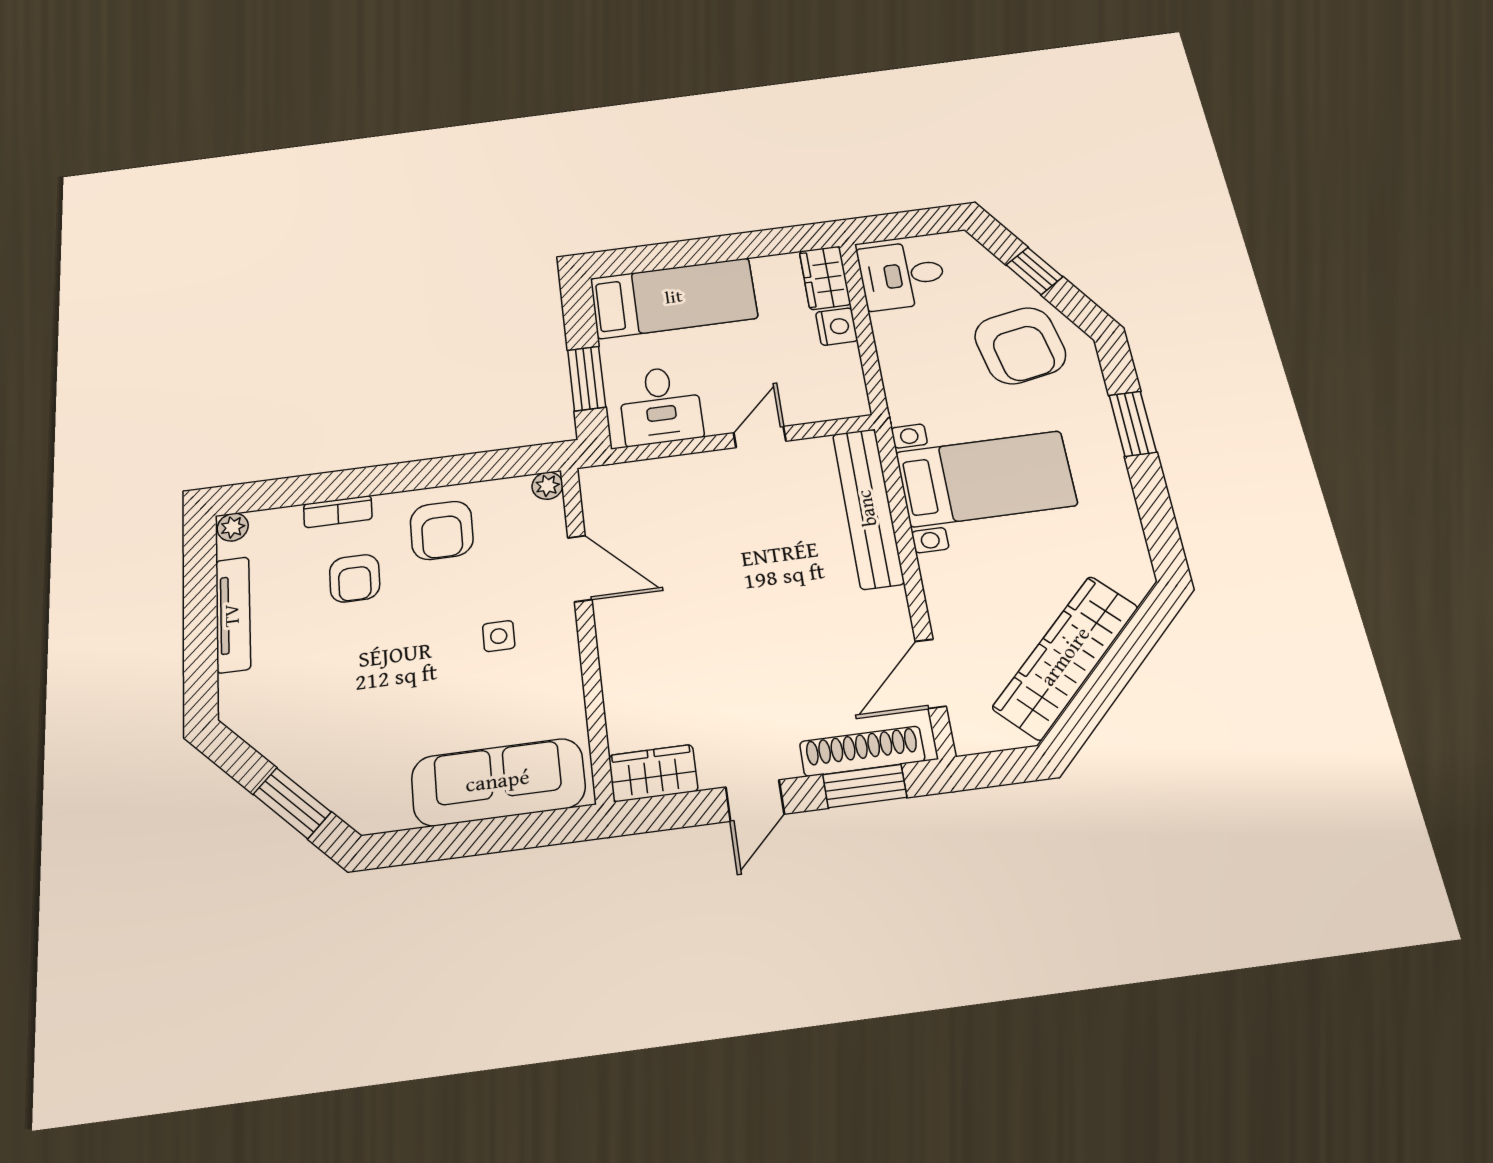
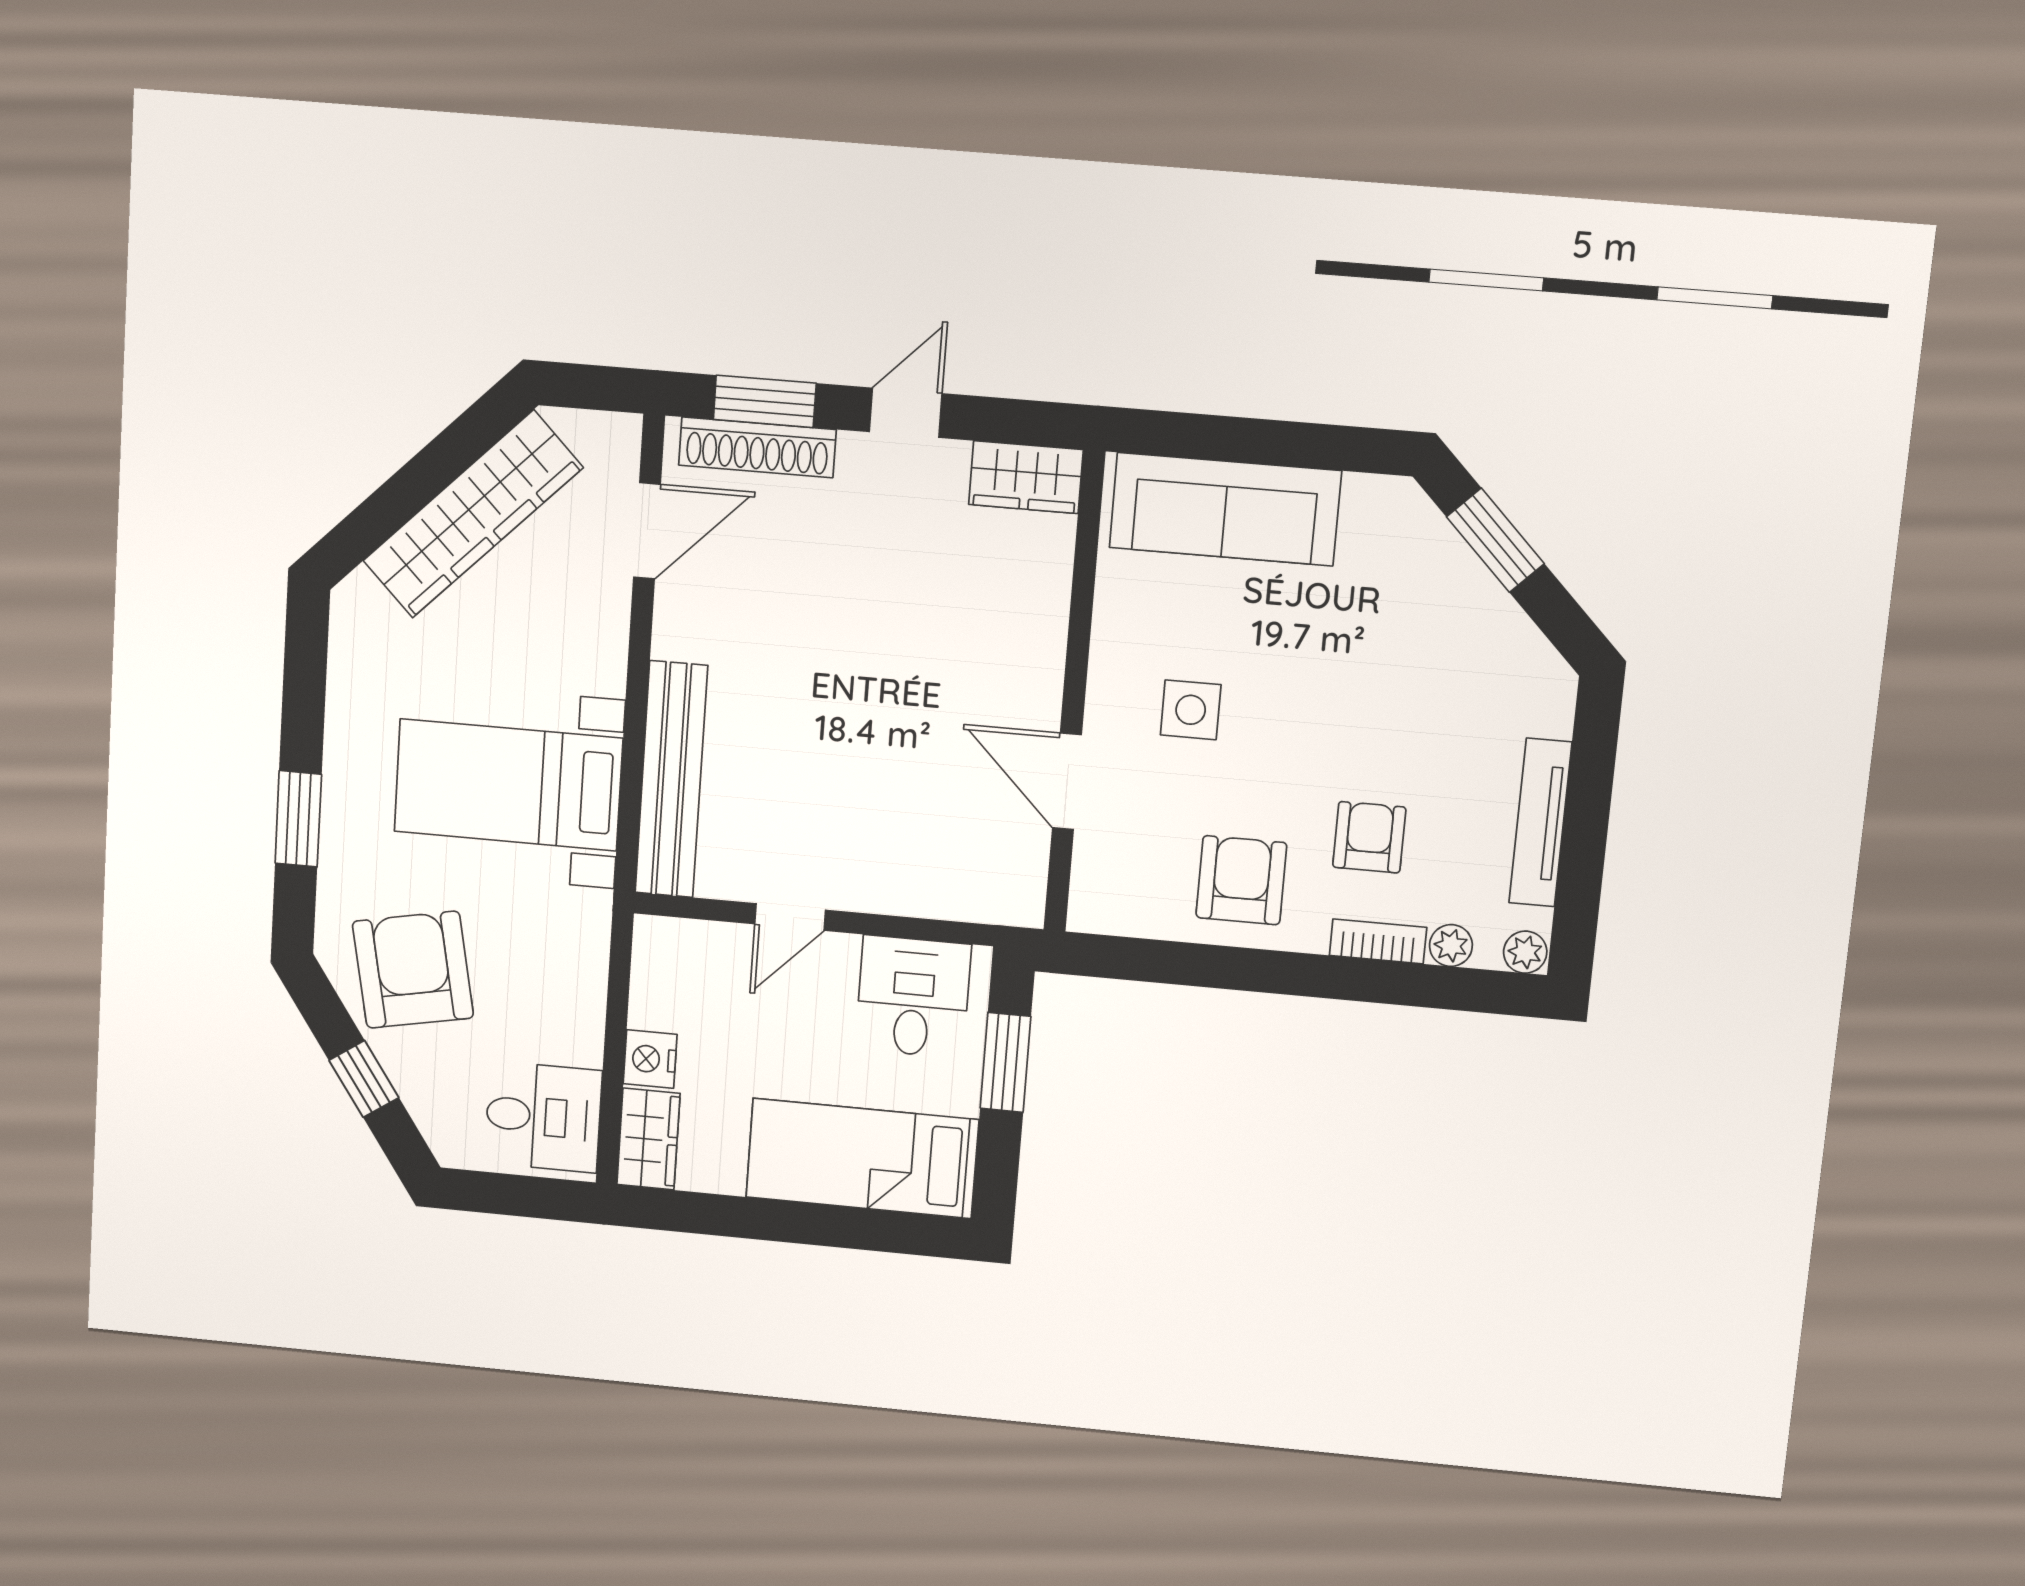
plant: (547, 486) -> (1451, 946), moved
side table: (499, 636) -> (1191, 710), width x1.37, depth x1.37

